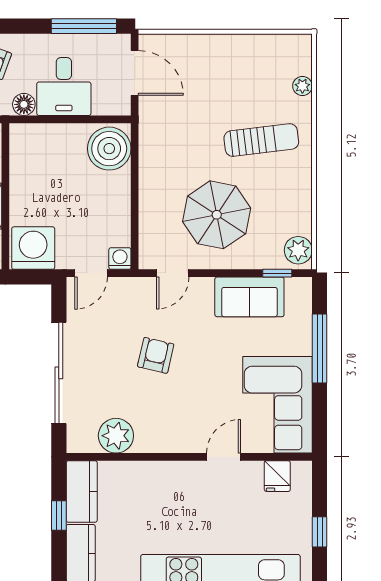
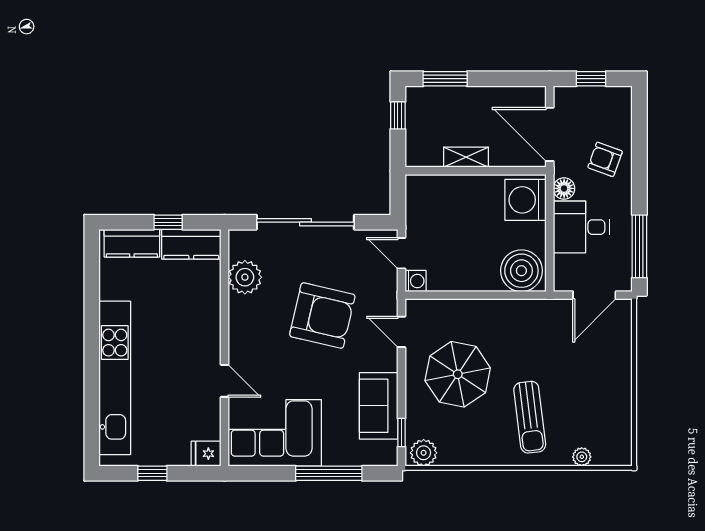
washing machine: (33, 248) -> (526, 200), moved, turned 180
armchair: (156, 355) -> (322, 315), width x1.88, depth x1.88
fridge: (277, 476) -> (206, 454), moved

